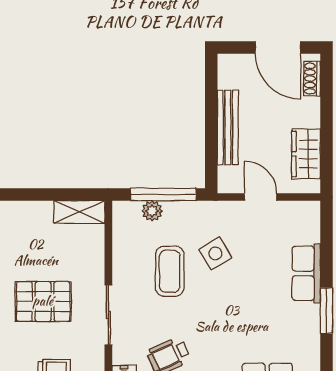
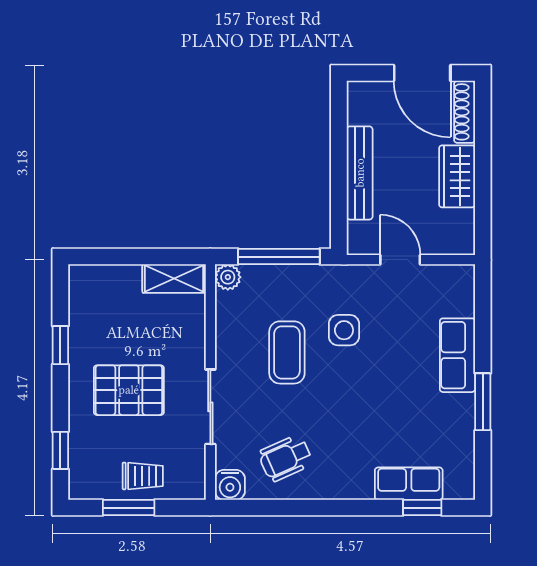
shoe rack: (312, 79) -> (465, 112), width x1.43
wardrobe: (306, 154) -> (457, 176), moved
plant: (152, 211) -> (228, 277), moved
side table: (215, 253) -> (344, 330), turned 31

